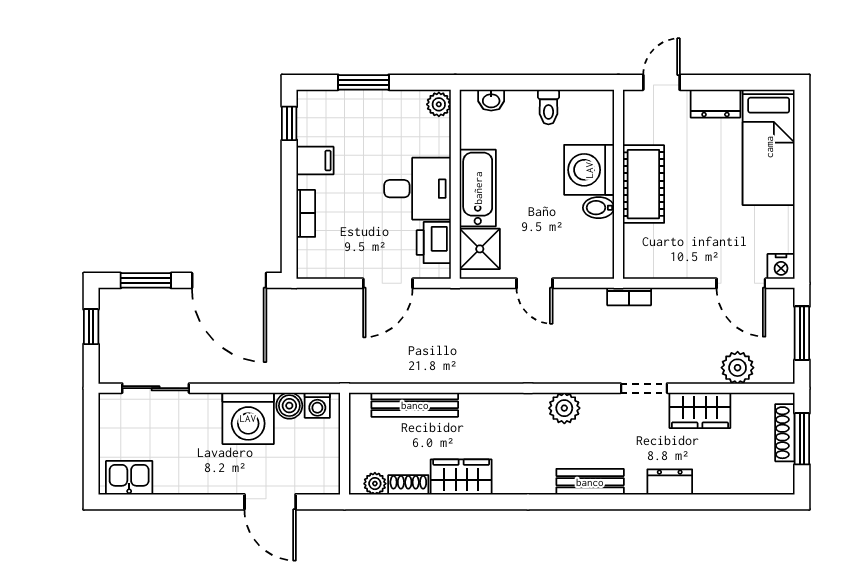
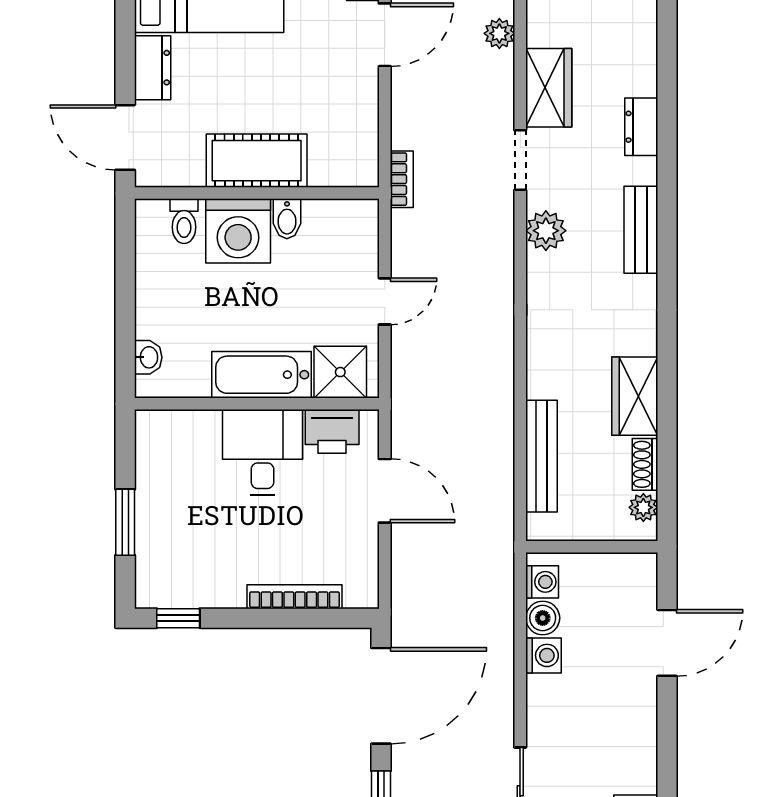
door: (661, 82) -> (125, 137), width x1.38
plant: (439, 104) -> (154, 425), removed
toilet: (548, 107) -> (184, 221), moved, turned 90
filing cabinet: (315, 161) -> (226, 585), removed
bookcase: (306, 213) -> (295, 597), width x1.56
plant: (738, 368) -> (499, 33), width x0.73, depth x0.73
plant: (564, 408) -> (546, 231), moved
washing machine: (248, 418) -> (543, 655), width x0.53, depth x0.53

